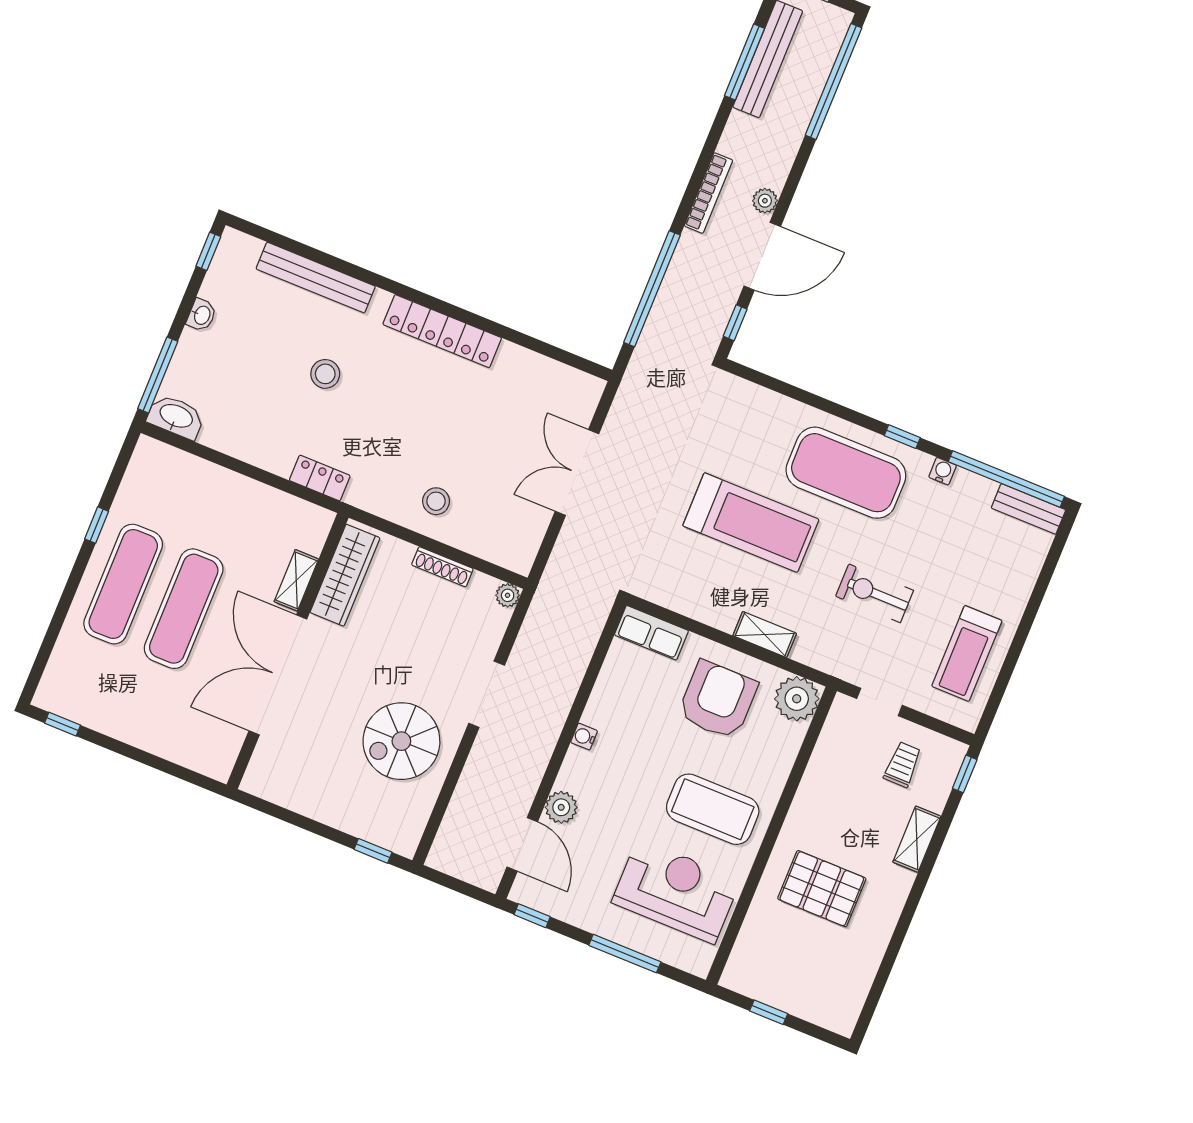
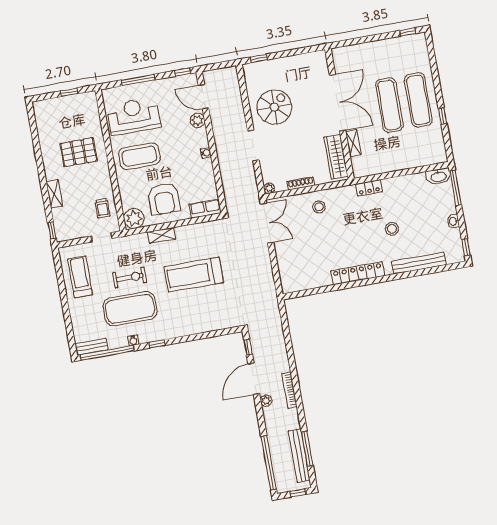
window: (652, 289) -> (288, 340), removed
double door: (577, 473) -> (267, 223), moved
exercise mat: (846, 473) -> (130, 309), moved
trolley: (903, 765) -> (103, 208), moved
reception desk: (676, 891) -> (134, 116), turned 180

